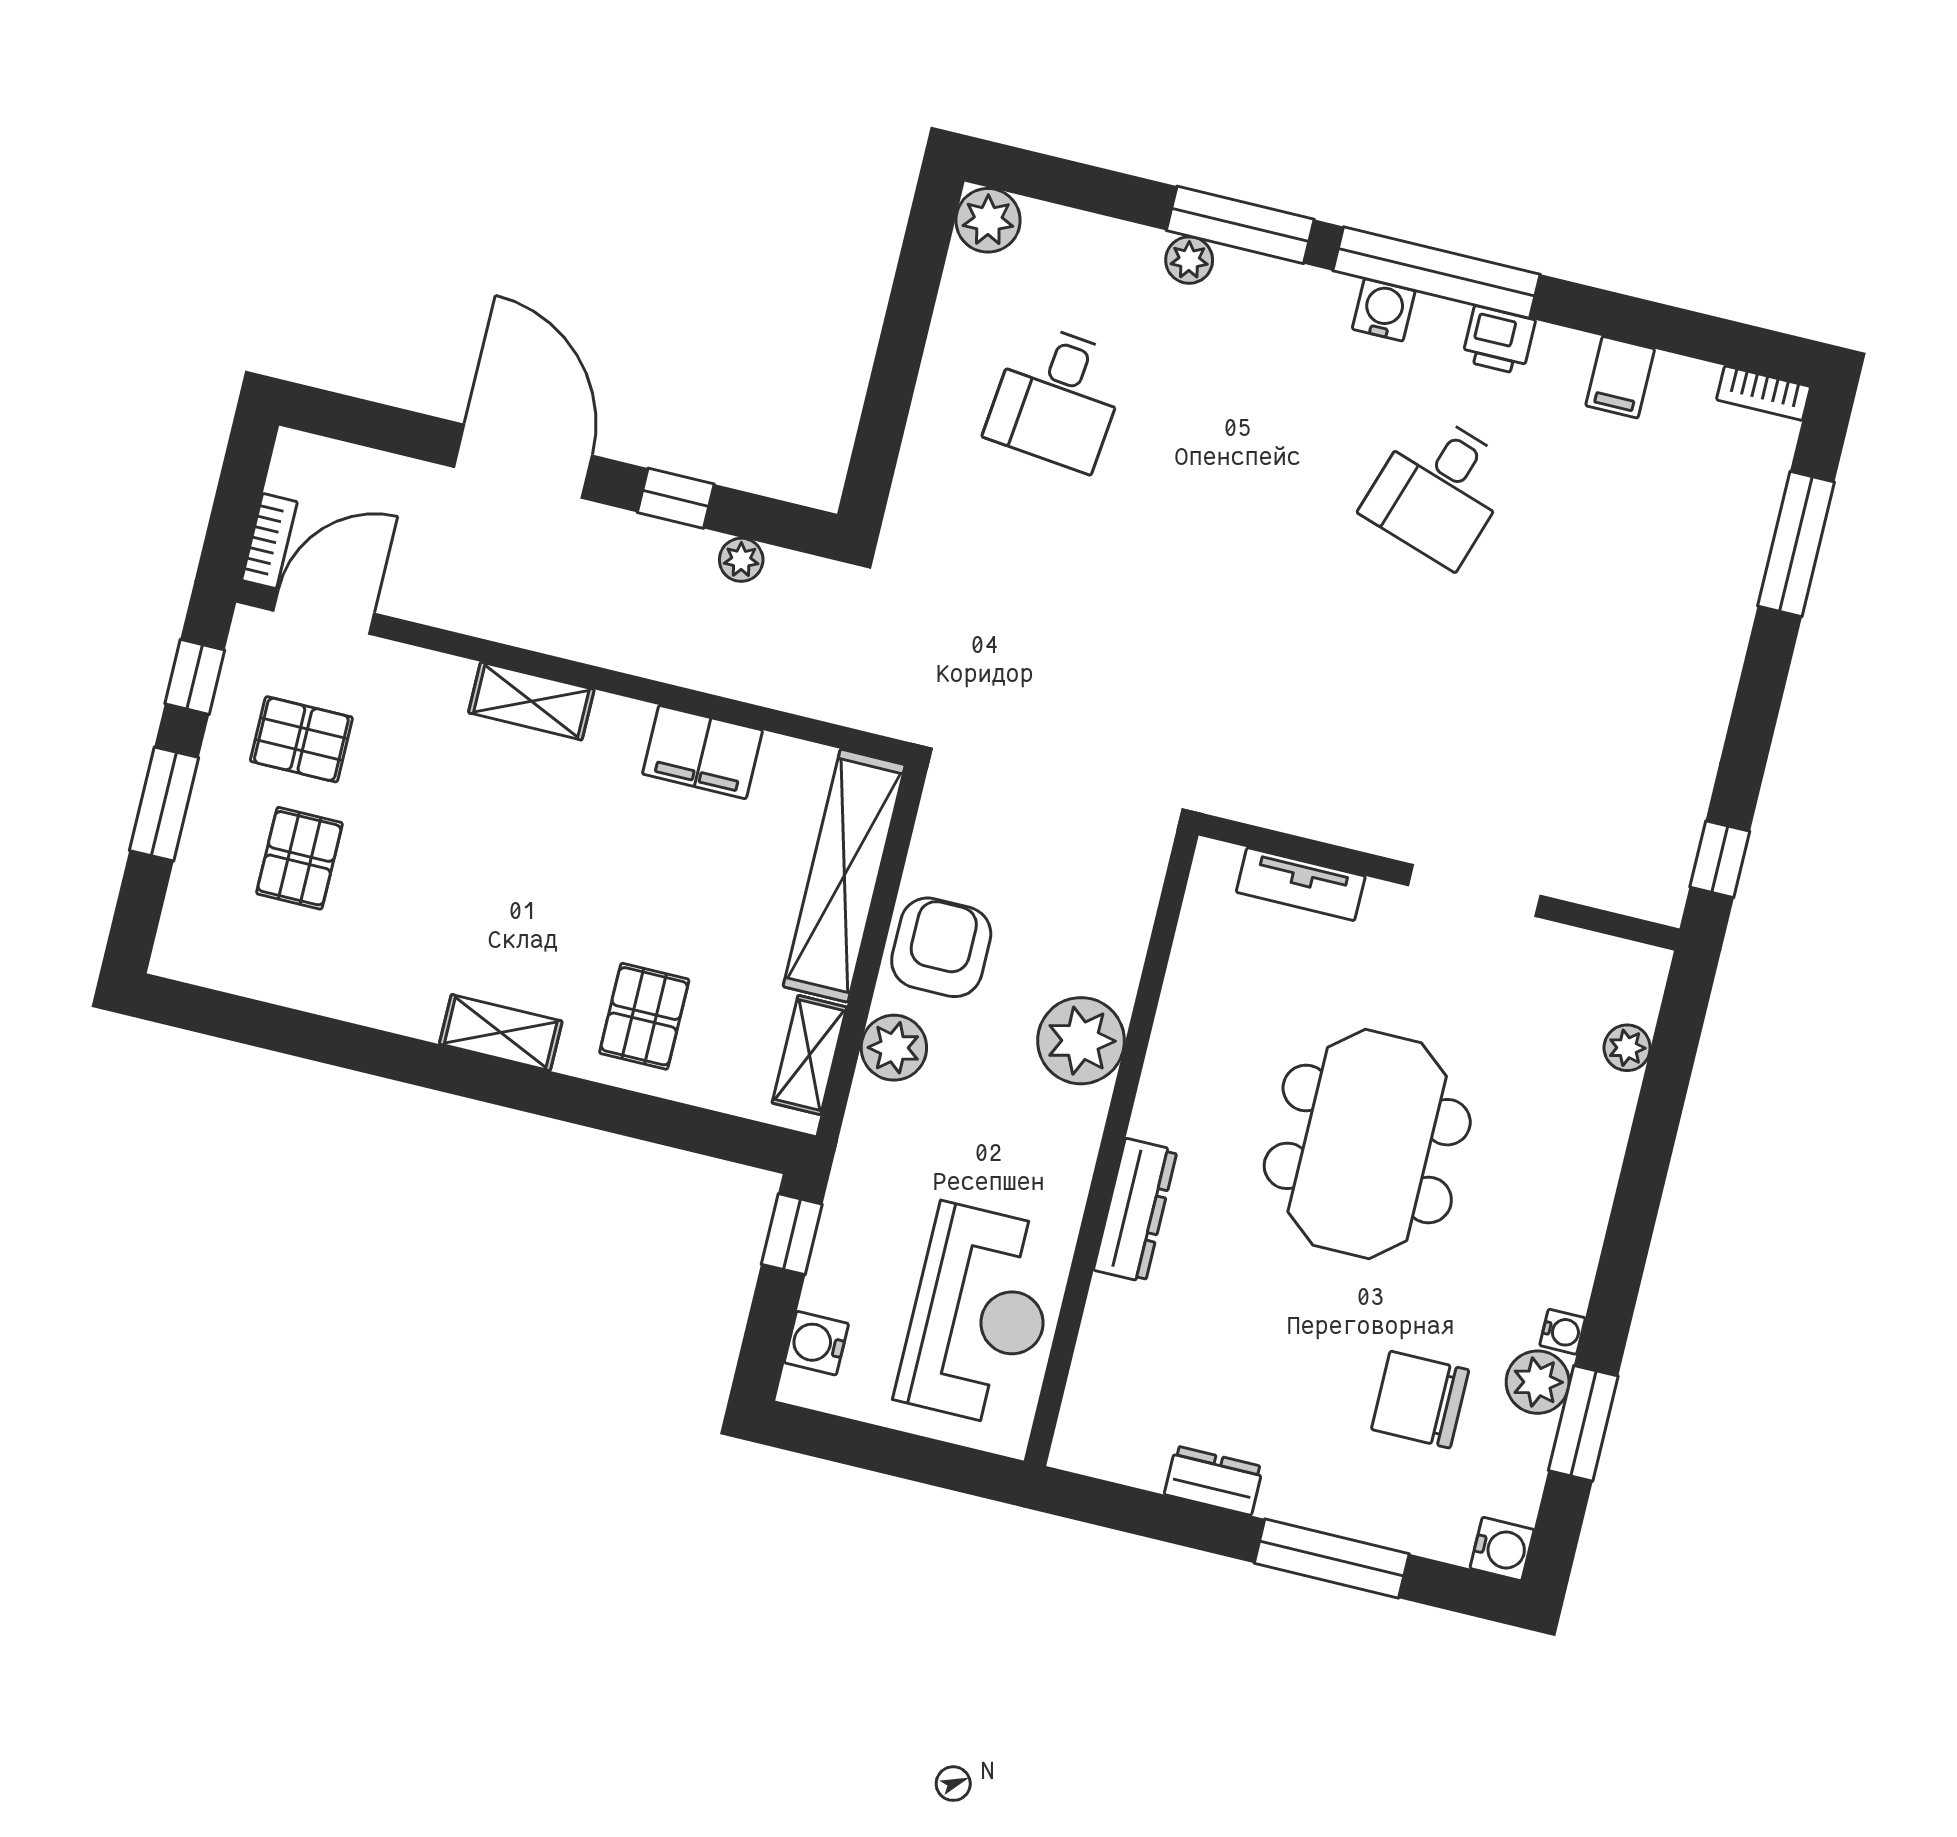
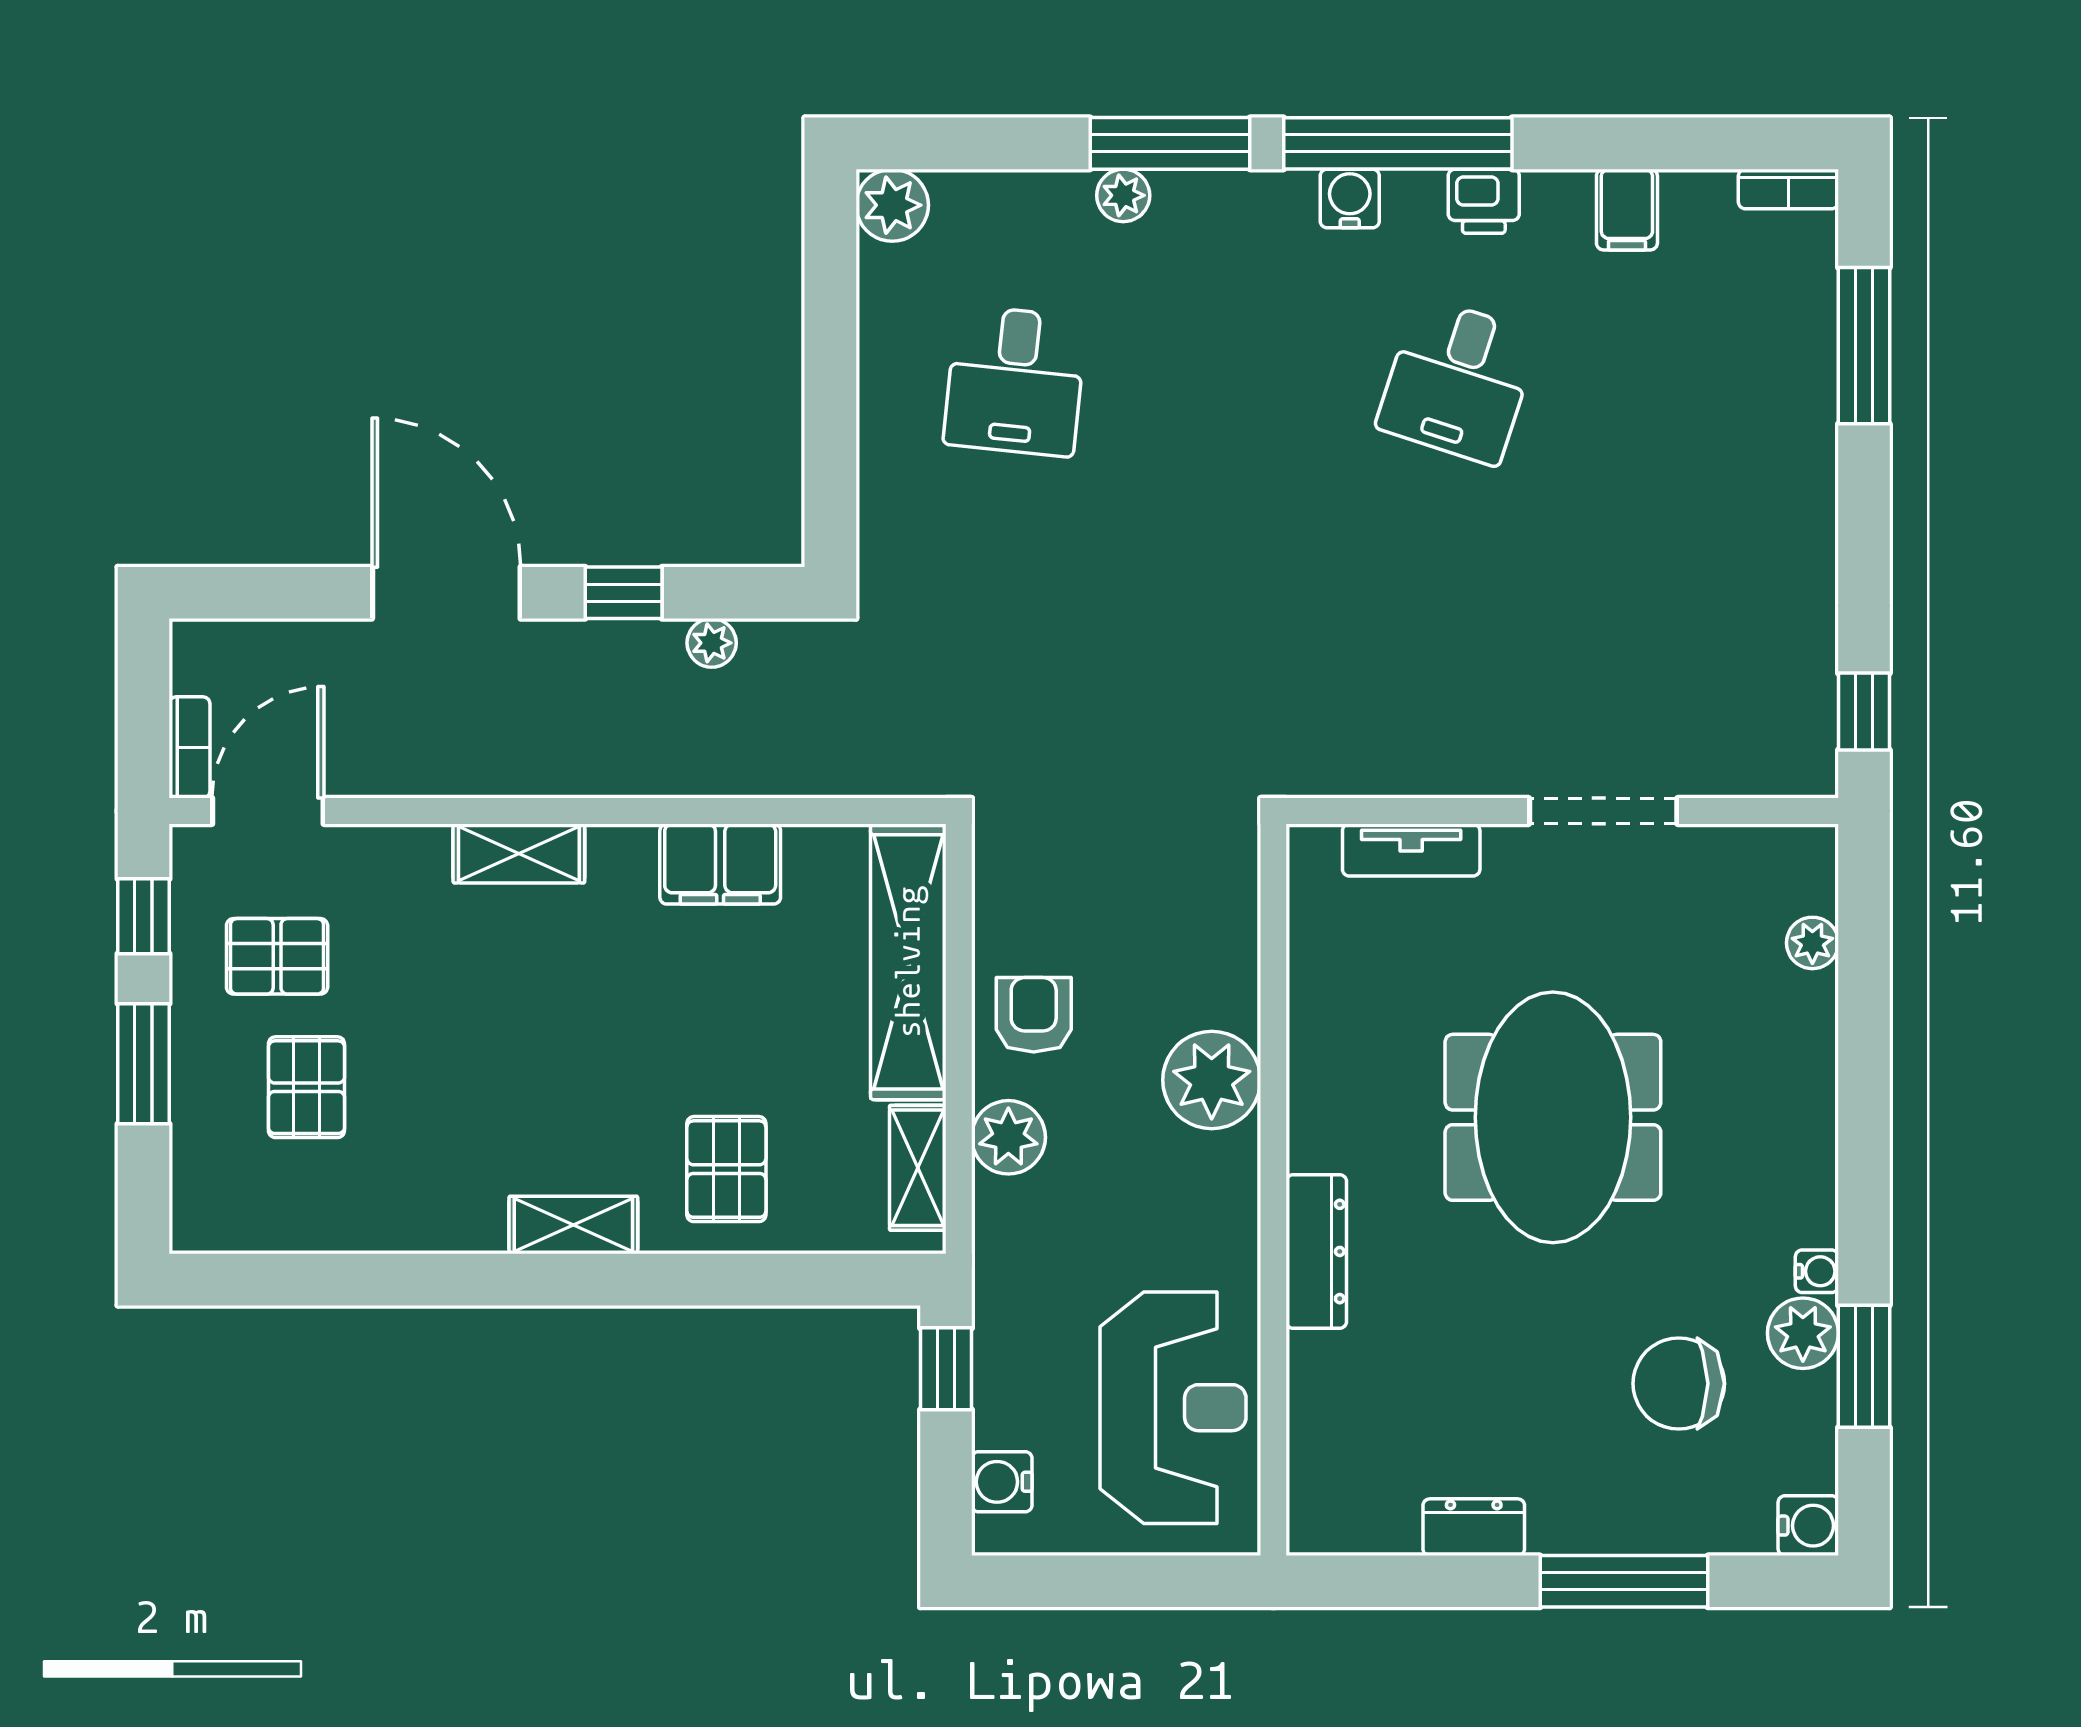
armchair: (941, 947) -> (1034, 1015), width x0.72, depth x0.72

